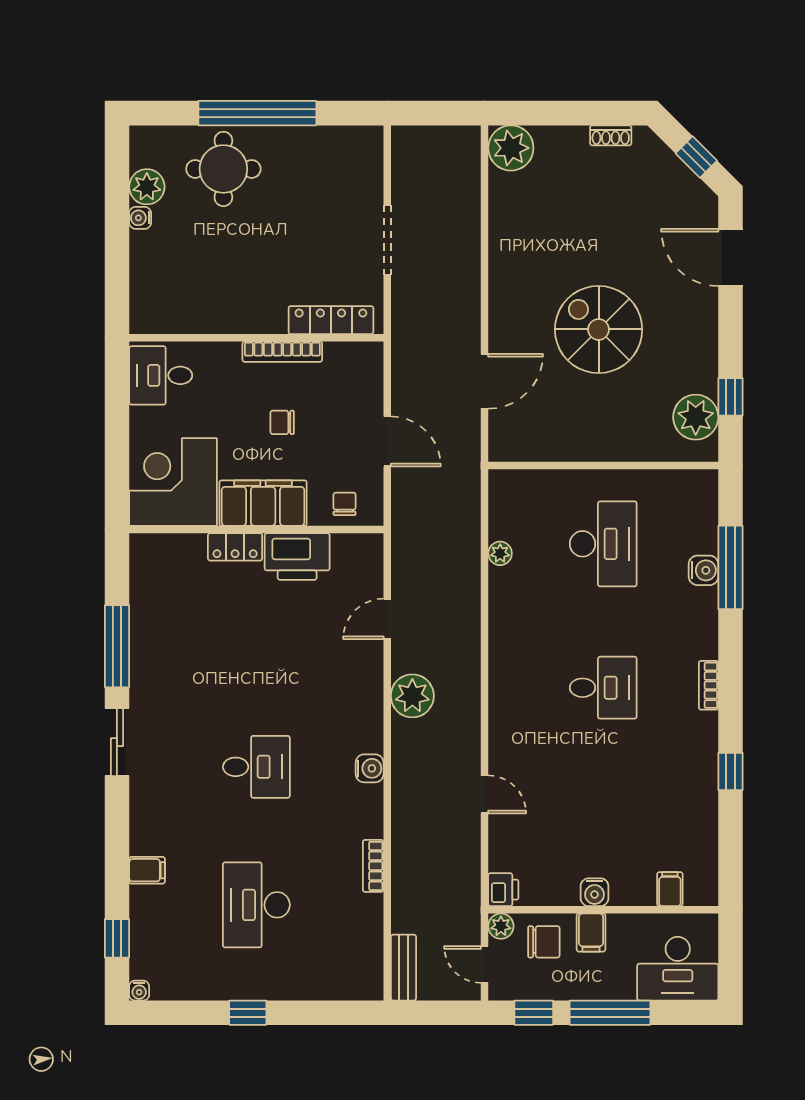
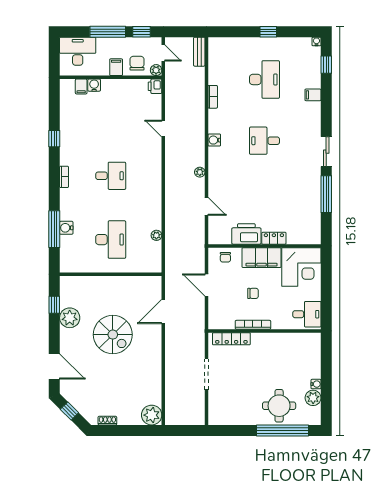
window: (257, 113) -> (283, 430), moved
plant: (696, 417) -> (70, 318), moved
desk: (603, 544) -> (111, 240), turned 180
door: (387, 619) -> (206, 206), hinge flipped
desk: (603, 688) -> (111, 176), turned 180
plant: (412, 696) -> (200, 172), width x0.53, depth x0.53
water cooler: (595, 892) -> (94, 85), moved
chair: (544, 942) -> (137, 63), turned 90

